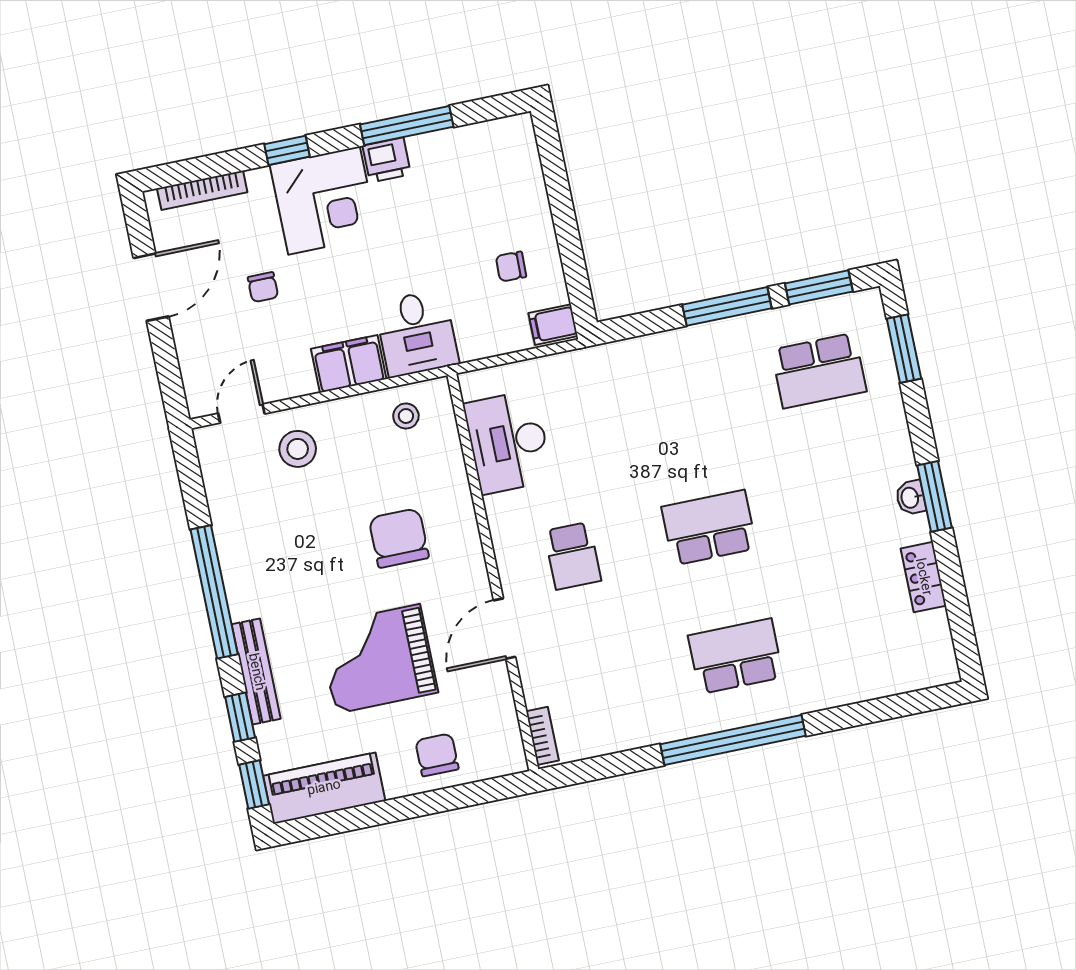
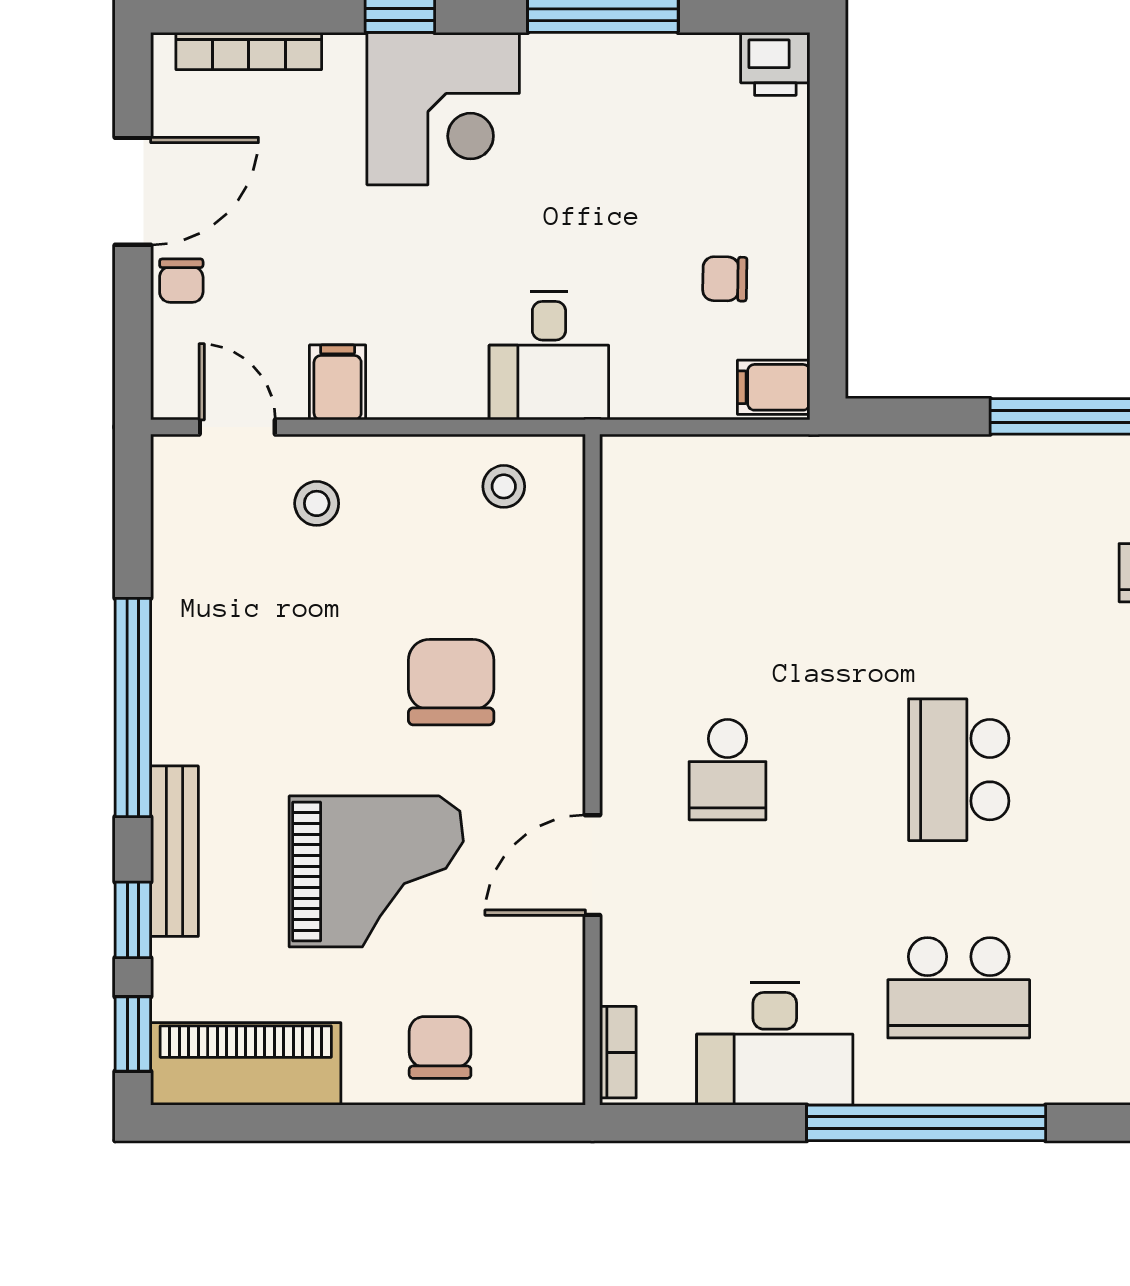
printer: (387, 160) -> (775, 64), moved
chair: (263, 287) -> (181, 281), moved
filing cabinet: (349, 364) -> (338, 382), moved, width x0.50
door: (241, 414) -> (237, 427), hinge flipped
desk: (508, 442) -> (775, 1044), moved, turned -90
stool: (298, 449) -> (317, 503), width x0.73, depth x0.73
school desk: (709, 528) -> (959, 770), turned -90
school desk: (736, 656) -> (959, 988), turned 180
grand piano: (378, 659) -> (376, 871), turned 180

